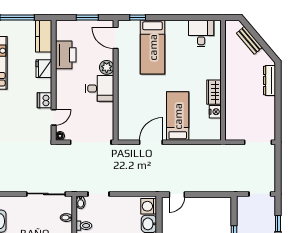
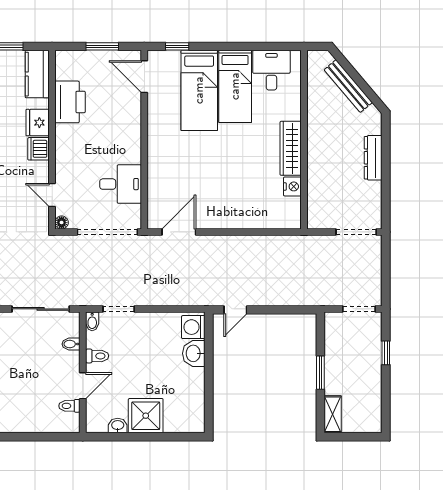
bench: (249, 40) -> (348, 86), width x1.36
plant: (107, 67) -> (131, 121), removed
dresser: (269, 80) -> (373, 158), moved
desk: (100, 88) -> (121, 184), moved
wardrobe: (214, 92) -> (291, 148), width x1.50
dishwasher: (45, 100) -> (39, 149), moved
bed: (178, 116) -> (235, 86), moved, turned 180
door: (54, 117) -> (52, 195), swing flipped
door: (151, 142) -> (179, 232), moved

